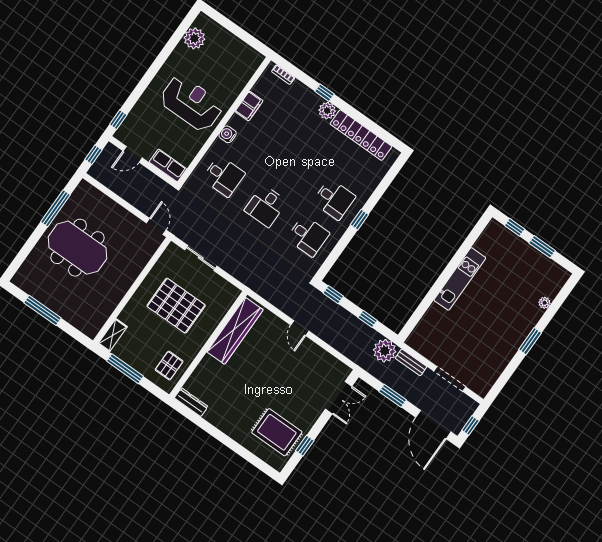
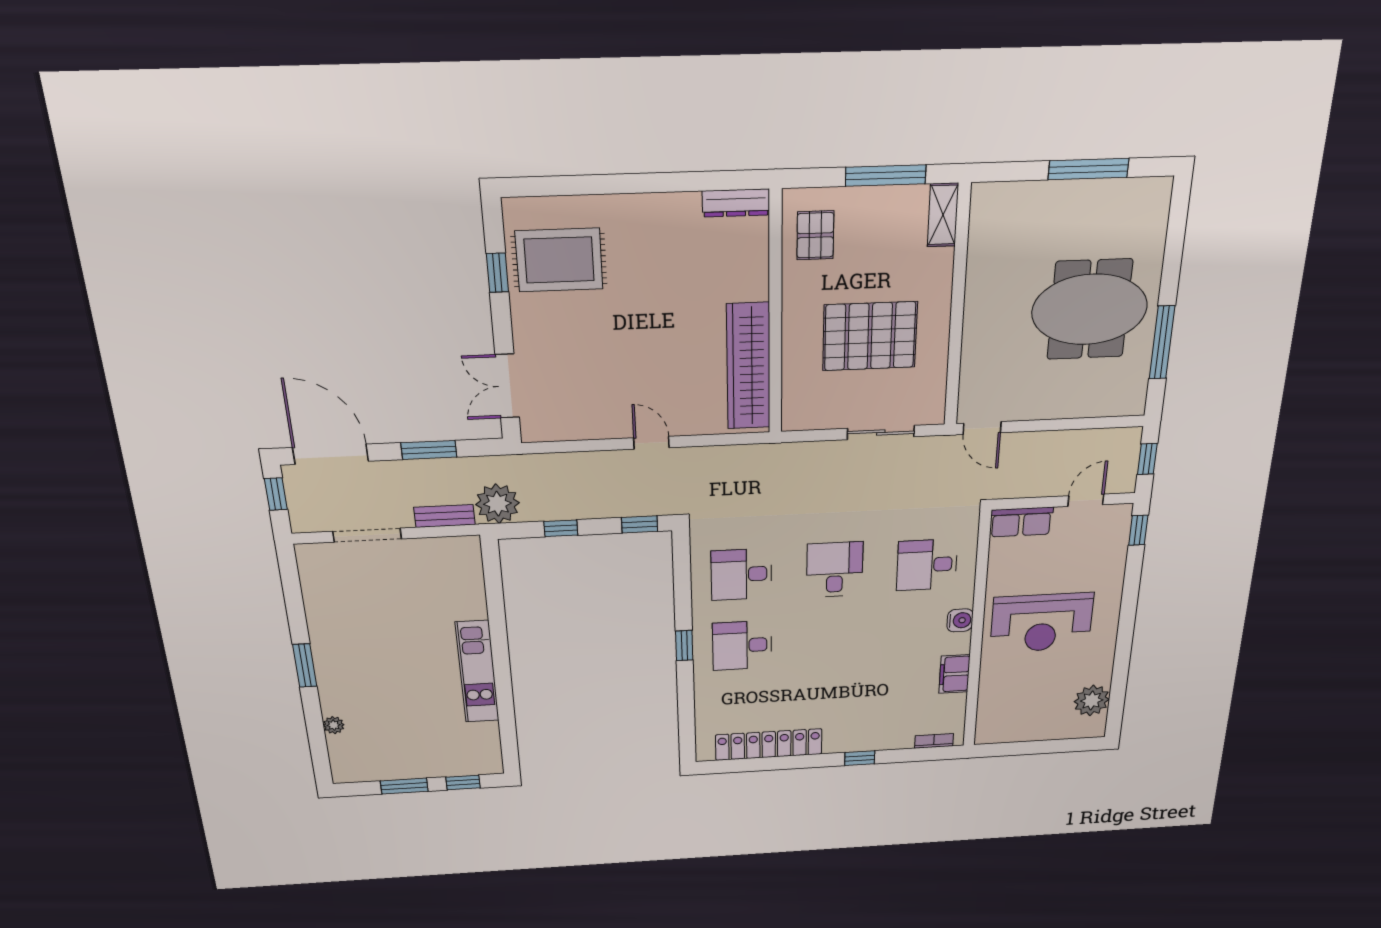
plant: (327, 111) -> (839, 741), removed

